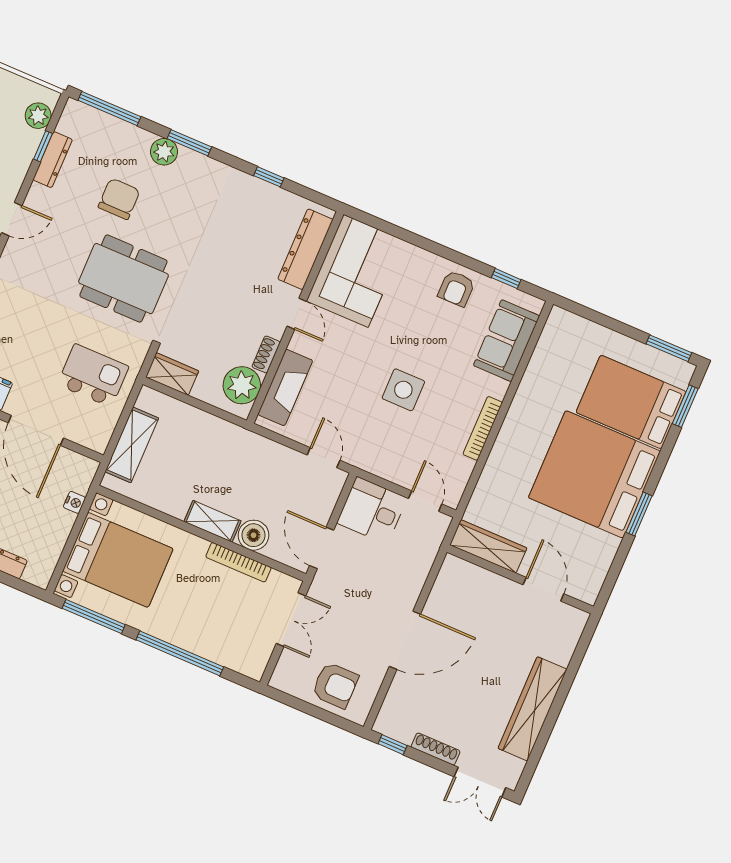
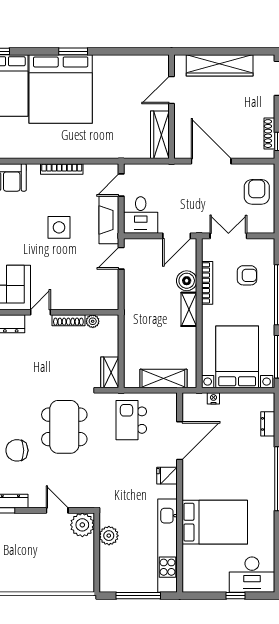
shoe rack: (266, 354) -> (68, 320), width x1.43
plant: (242, 385) -> (93, 321), width x0.53, depth x0.53
fireplace: (285, 387) -> (109, 220), moved, turned -90
wardrobe: (488, 546) -> (160, 135), moved
wall: (520, 579) -> (172, 107), moved
door: (543, 589) -> (172, 90), moved
armchair: (225, 622) -> (247, 275), added
shoe rack: (436, 749) -> (269, 134), moved

